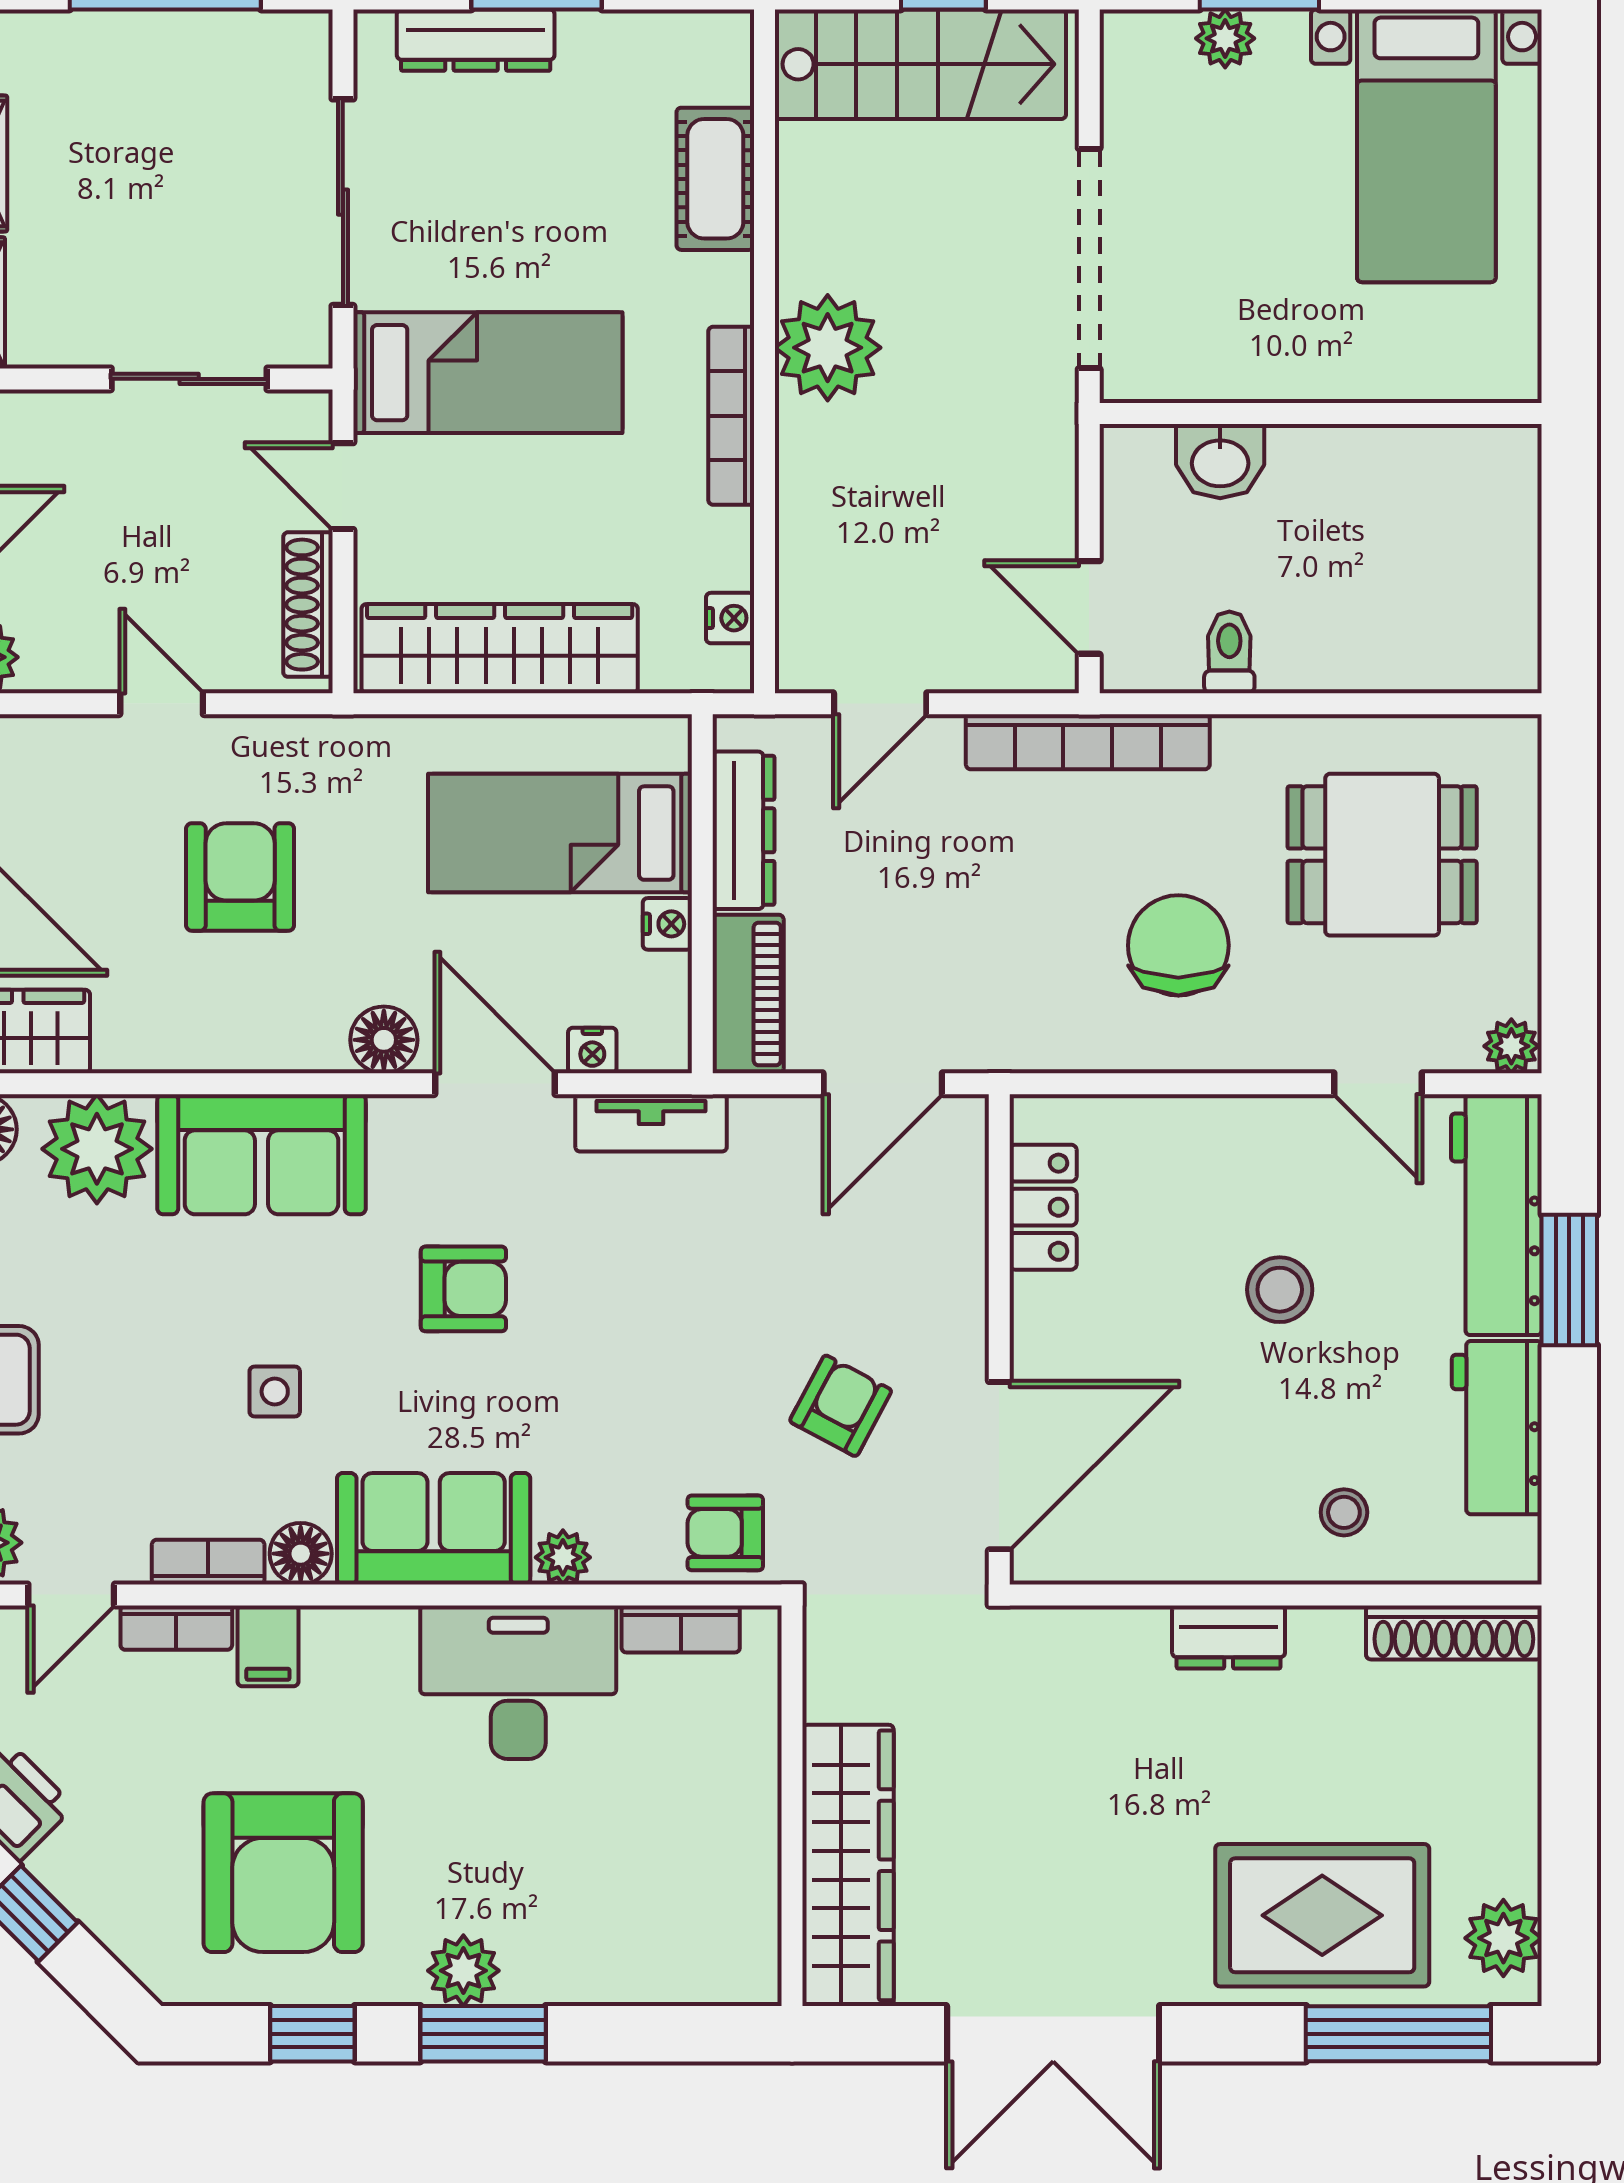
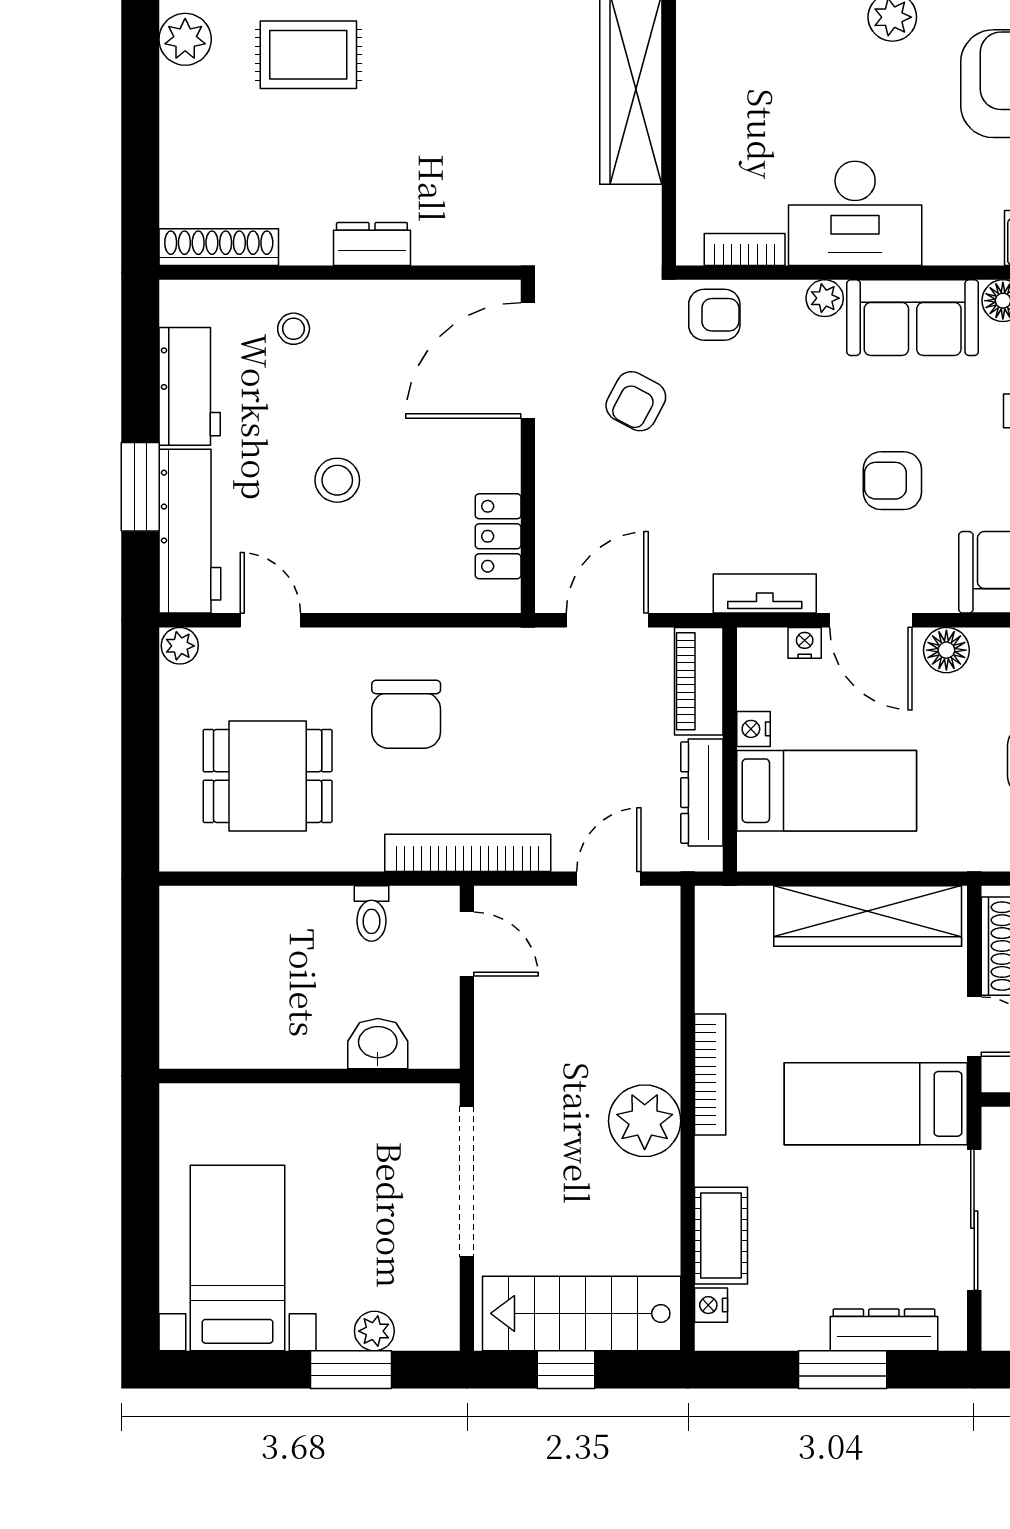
nightstand: (730, 618) -> (711, 1305), moved
rug: (1322, 1915) -> (308, 55), width x0.73, depth x0.70

